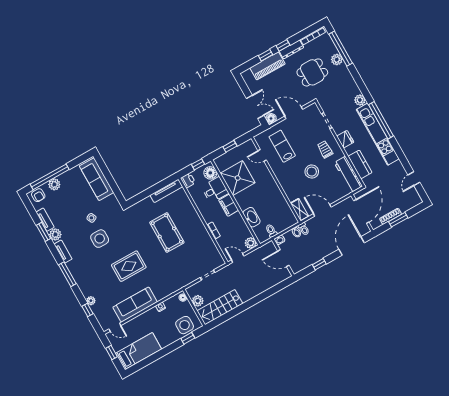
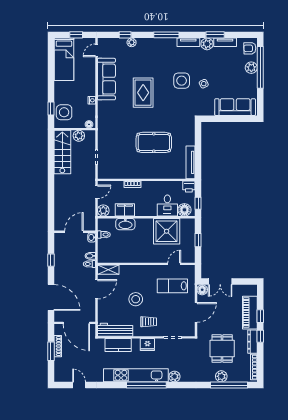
lab bench: (282, 146) -> (172, 286), turned 180
filing cabinet: (229, 205) -> (125, 210), moved

